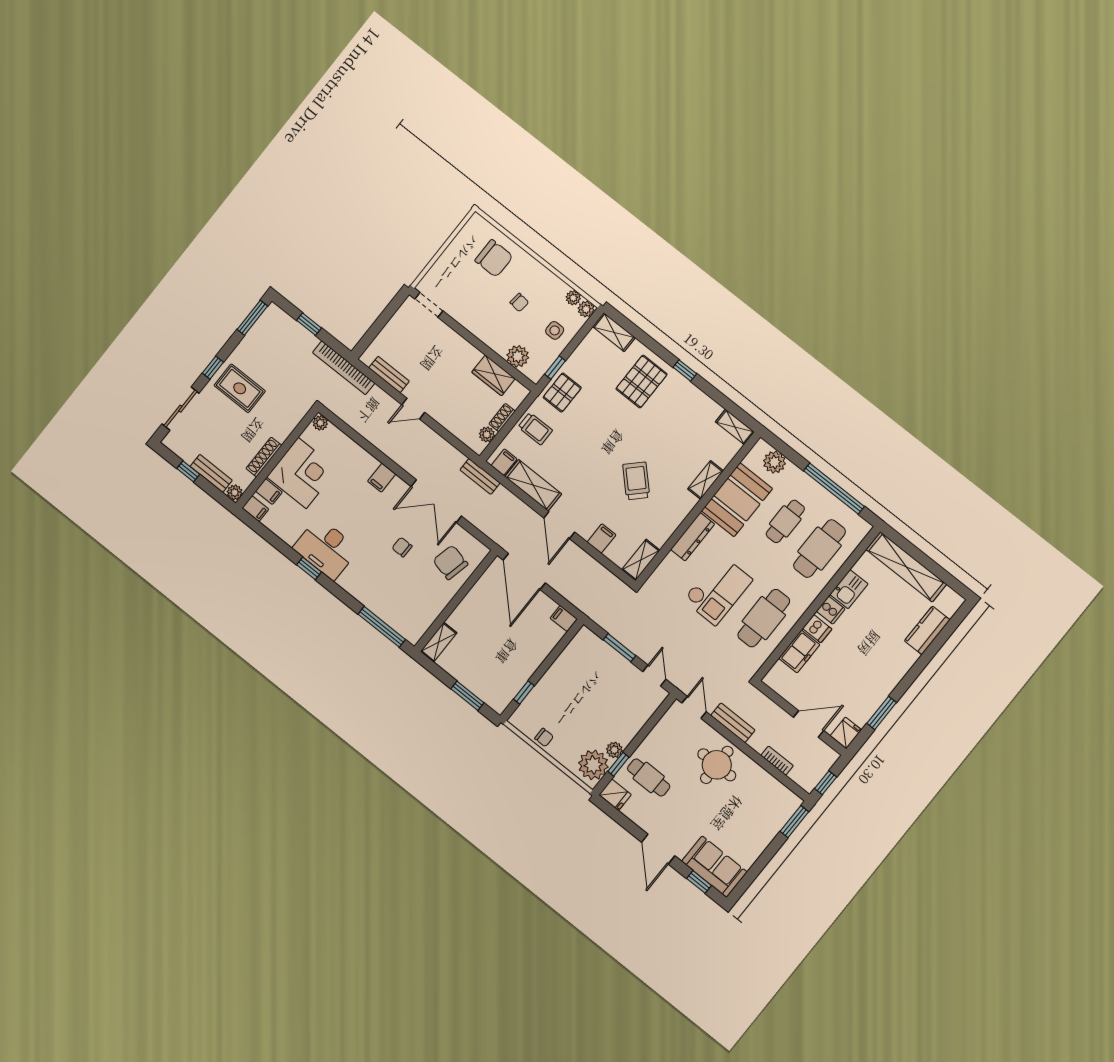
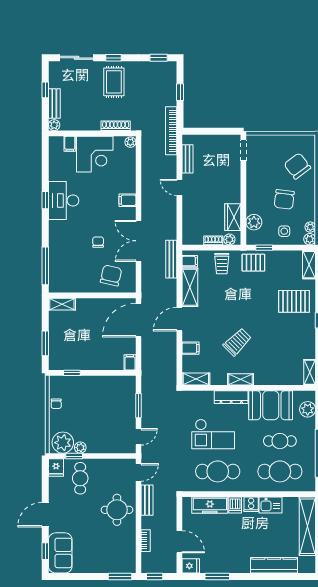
chair: (494, 258) -> (297, 166), turned 143
chair: (519, 302) -> (284, 199), width x1.87, depth x1.87
window: (252, 318) -> (159, 58), width x0.67
plant: (487, 434) -> (229, 239), moved
shoe rack: (264, 457) -> (116, 126), moved
bench: (480, 476) -> (171, 259), width x1.36
shelving: (706, 480) -> (241, 379), moved
filing cabinet: (255, 509) -> (54, 144), removed
kitchen counter: (927, 630) -> (274, 565), width x1.50
freezer: (799, 651) -> (210, 505), width x1.40

